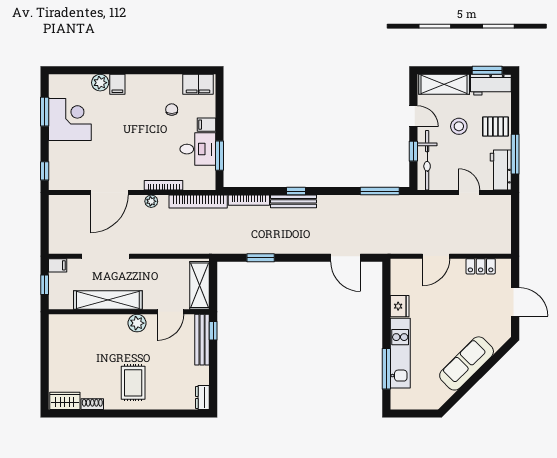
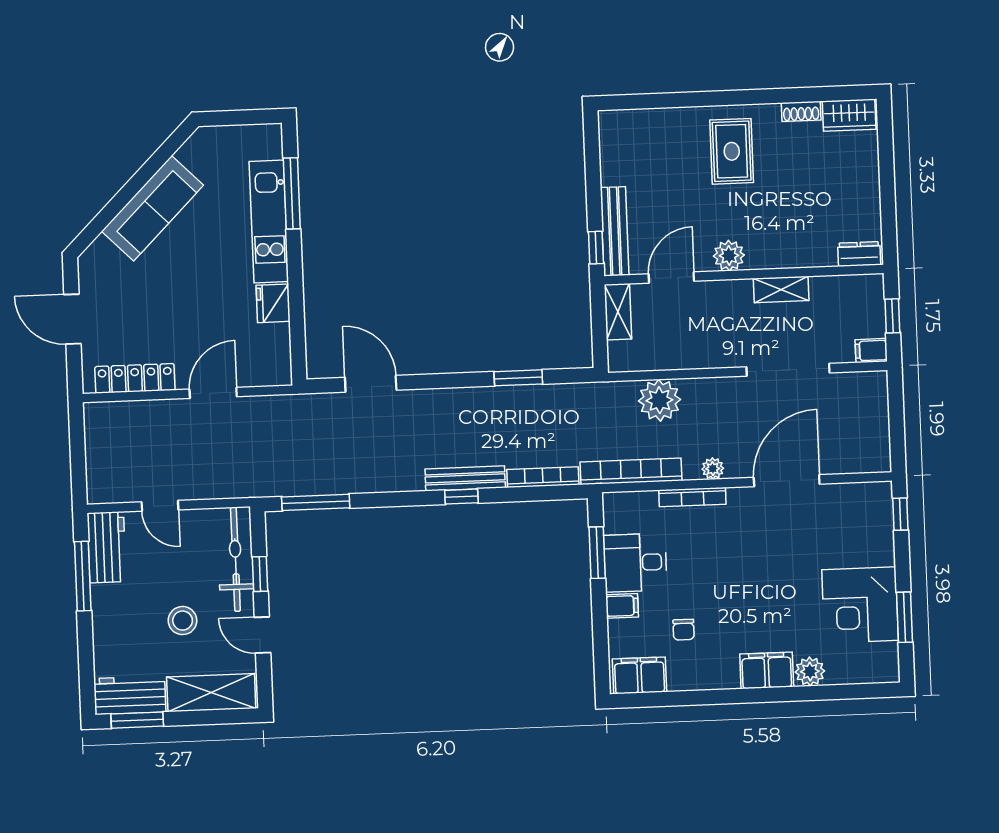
filing cabinet: (117, 84) -> (767, 670), width x2.00
pallet: (495, 127) -> (119, 623), removed
plant: (180, 242) -> (659, 400), added
locker: (481, 266) -> (135, 378), width x1.53
shelving: (200, 285) -> (618, 312), width x0.67, depth x0.75
shelving: (108, 300) -> (781, 290), width x0.45, depth x0.75
dresser: (202, 397) -> (859, 254), moved, turned -90

